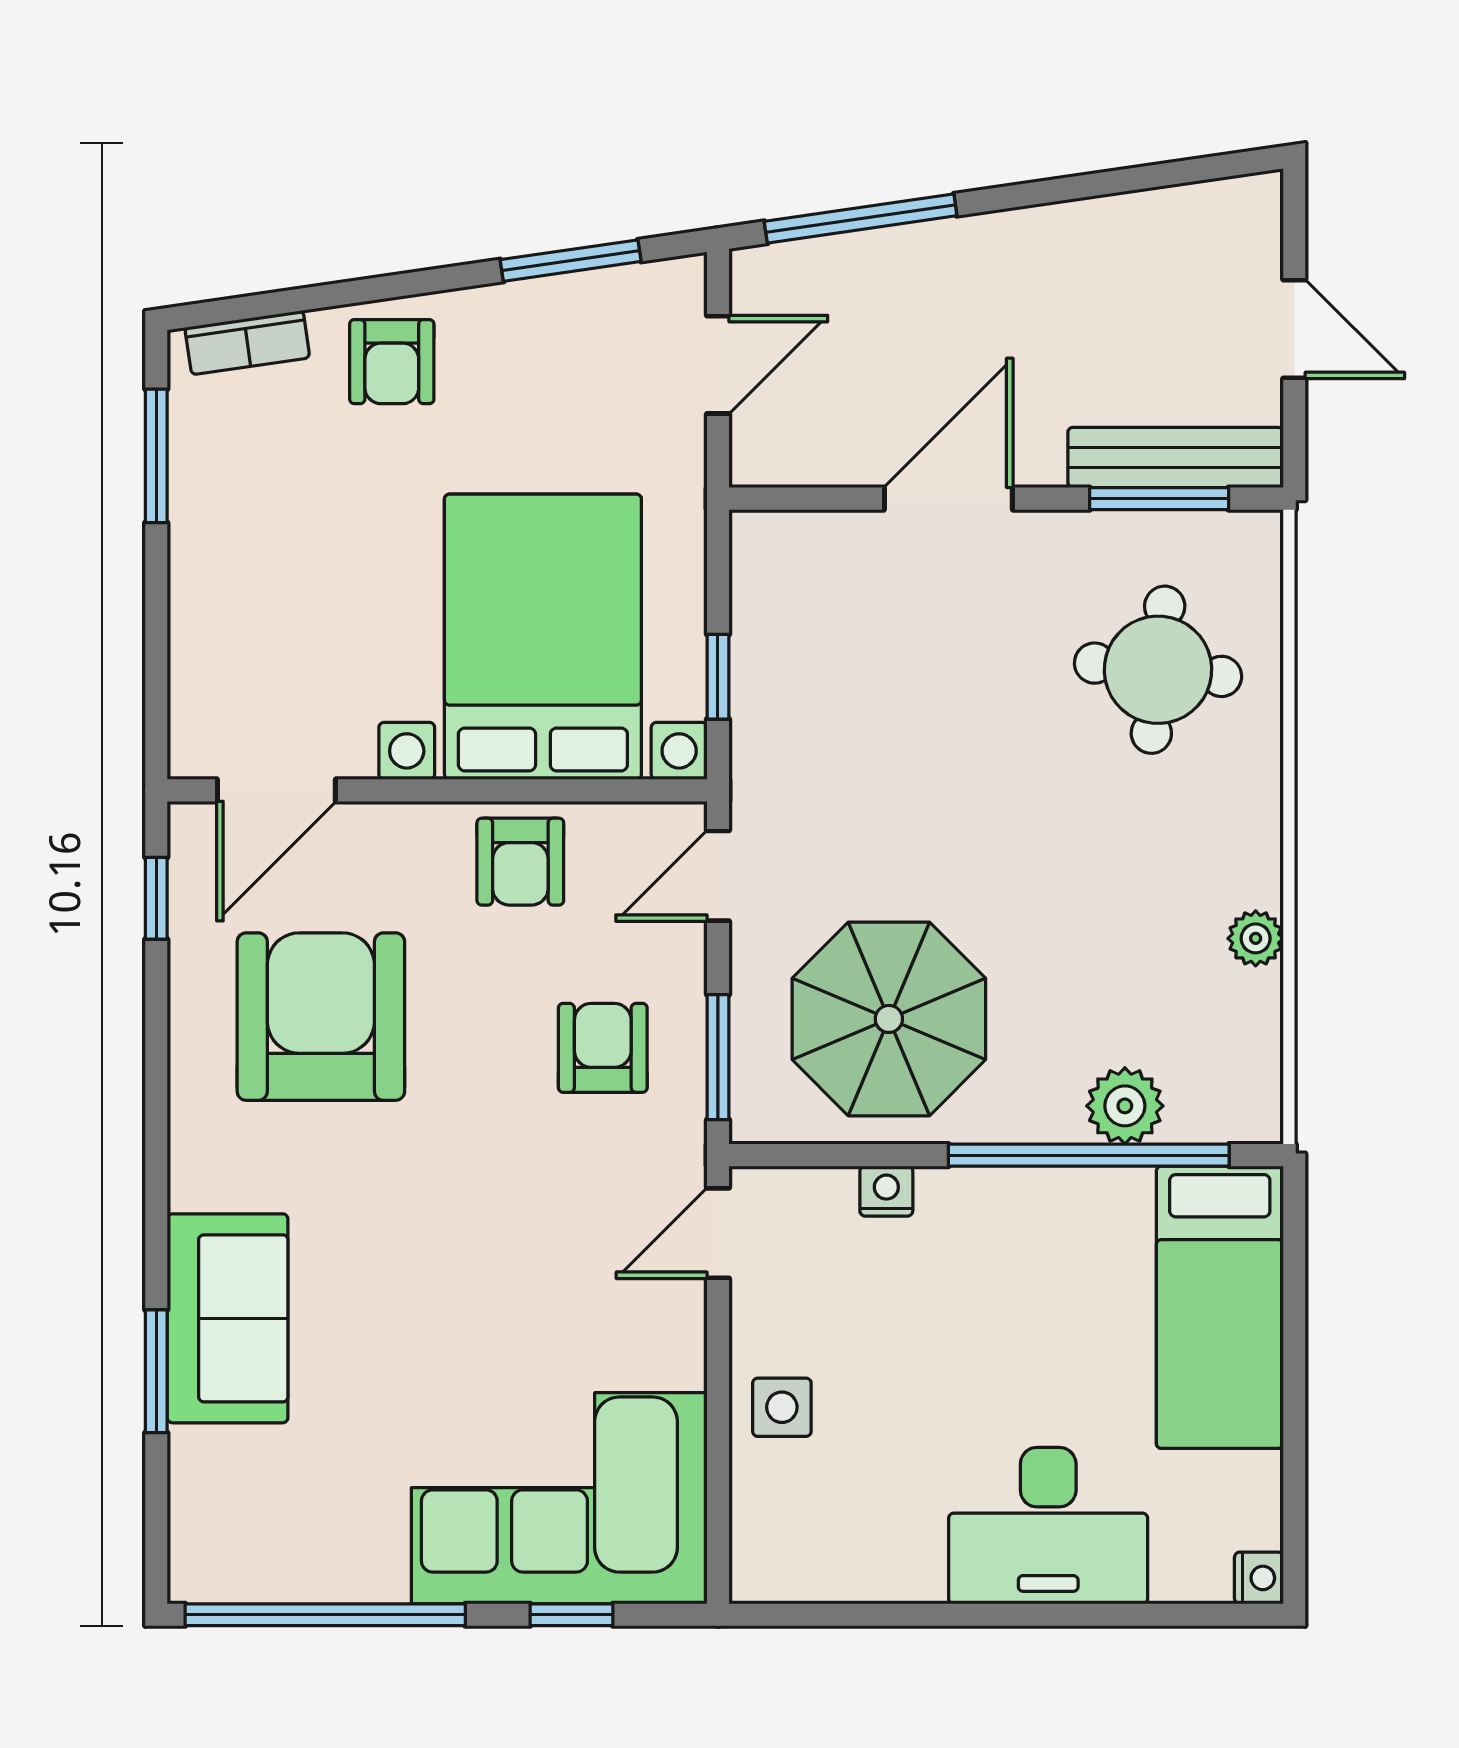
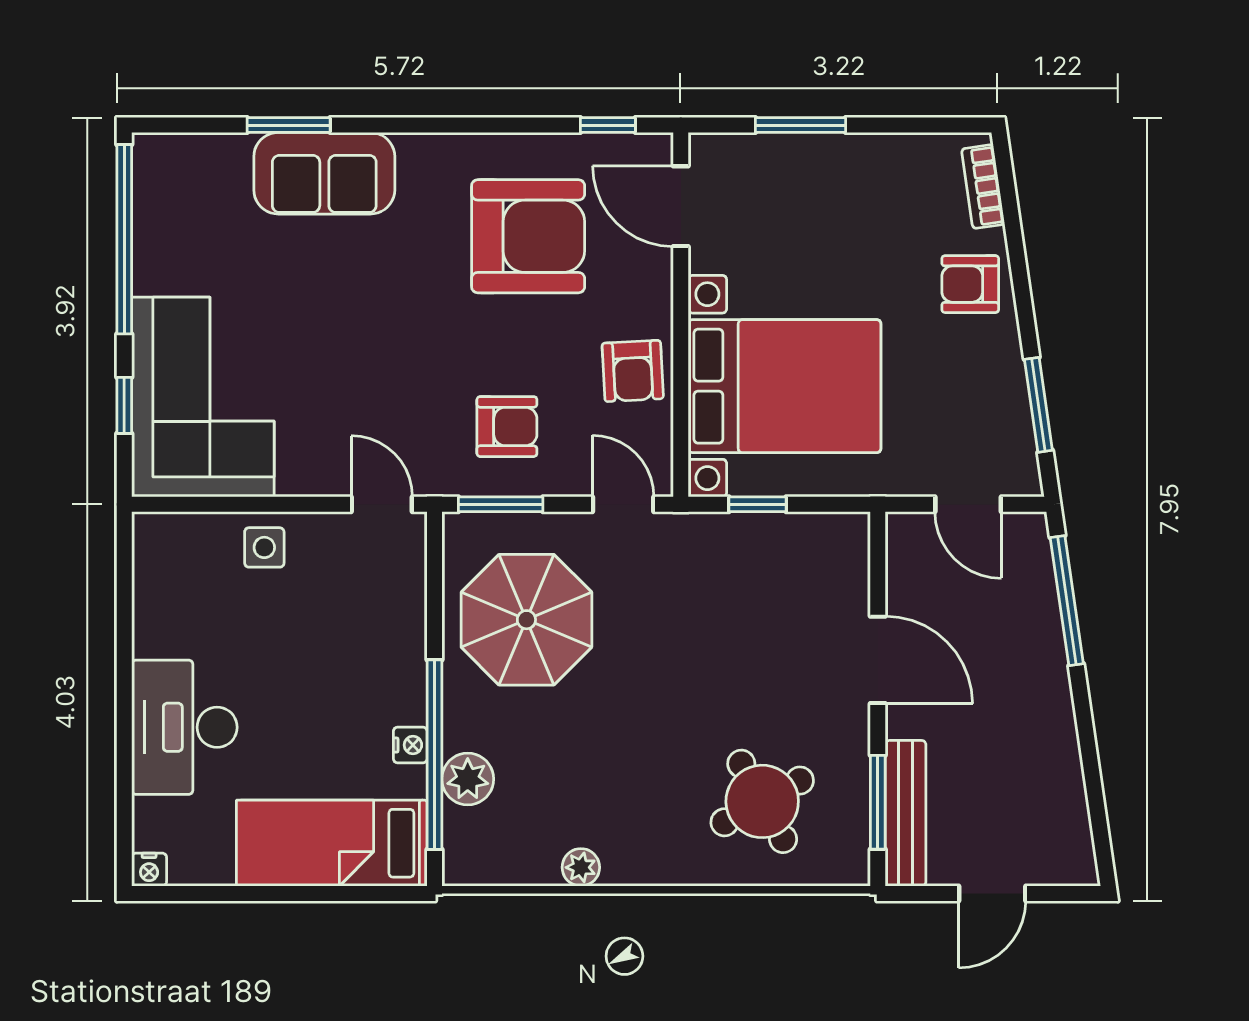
window: (156, 456) -> (800, 125), moved
round table: (1158, 670) -> (762, 801), turned -35
armchair: (520, 862) -> (633, 371), turned -93
nightstand: (886, 1191) -> (410, 745), moved

